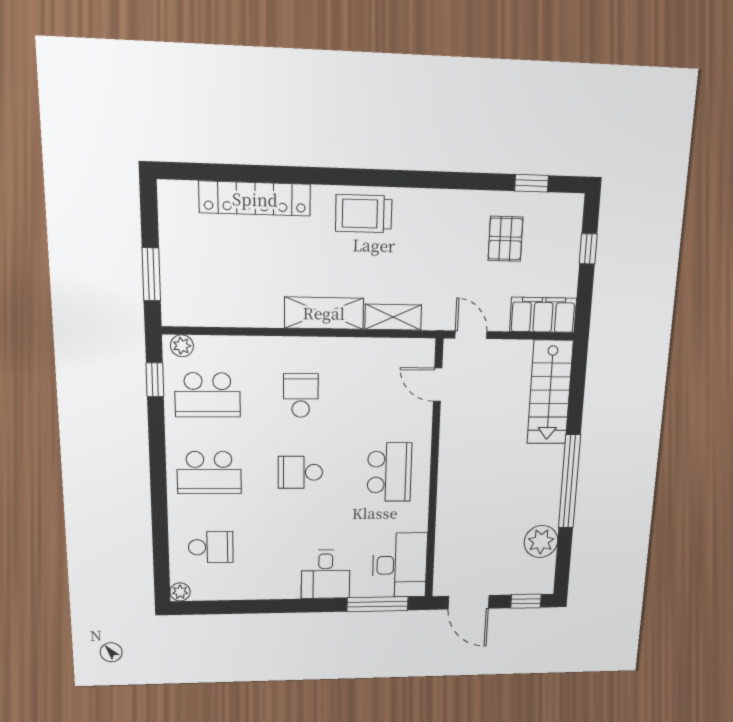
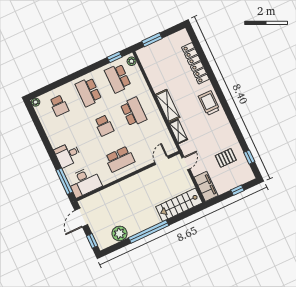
school desk: (301, 396) -> (133, 112), width x1.85
school desk: (300, 472) -> (104, 126), turned 180

